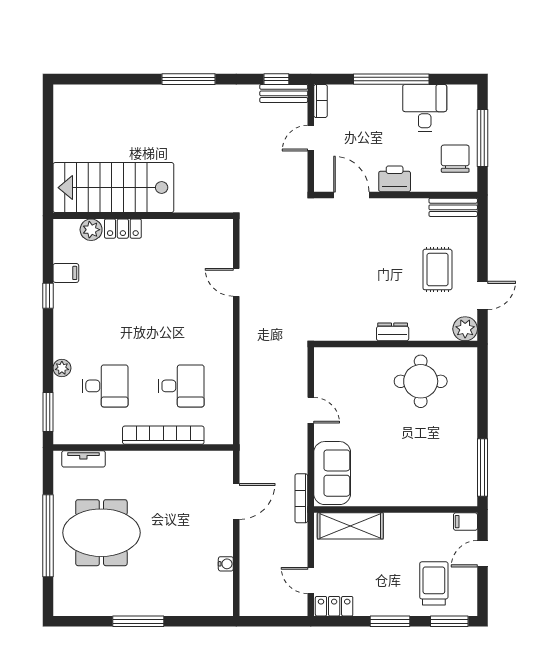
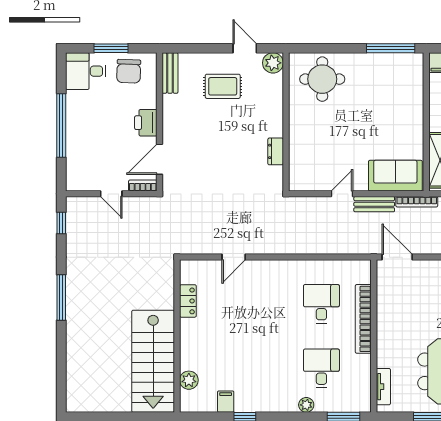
bench: (284, 93) -> (374, 204), moved, turned 90
bookcase: (320, 101) -> (143, 186), moved
desk: (425, 108) -> (86, 71), moved
window: (482, 138) -> (111, 48), width x0.69
chair: (455, 159) -> (129, 71), turned -88
locker: (123, 229) -> (188, 301), moved
dresser: (393, 332) -> (276, 151), moved
round table: (421, 381) -> (322, 79), moved
door: (236, 501) -> (397, 257), moved

